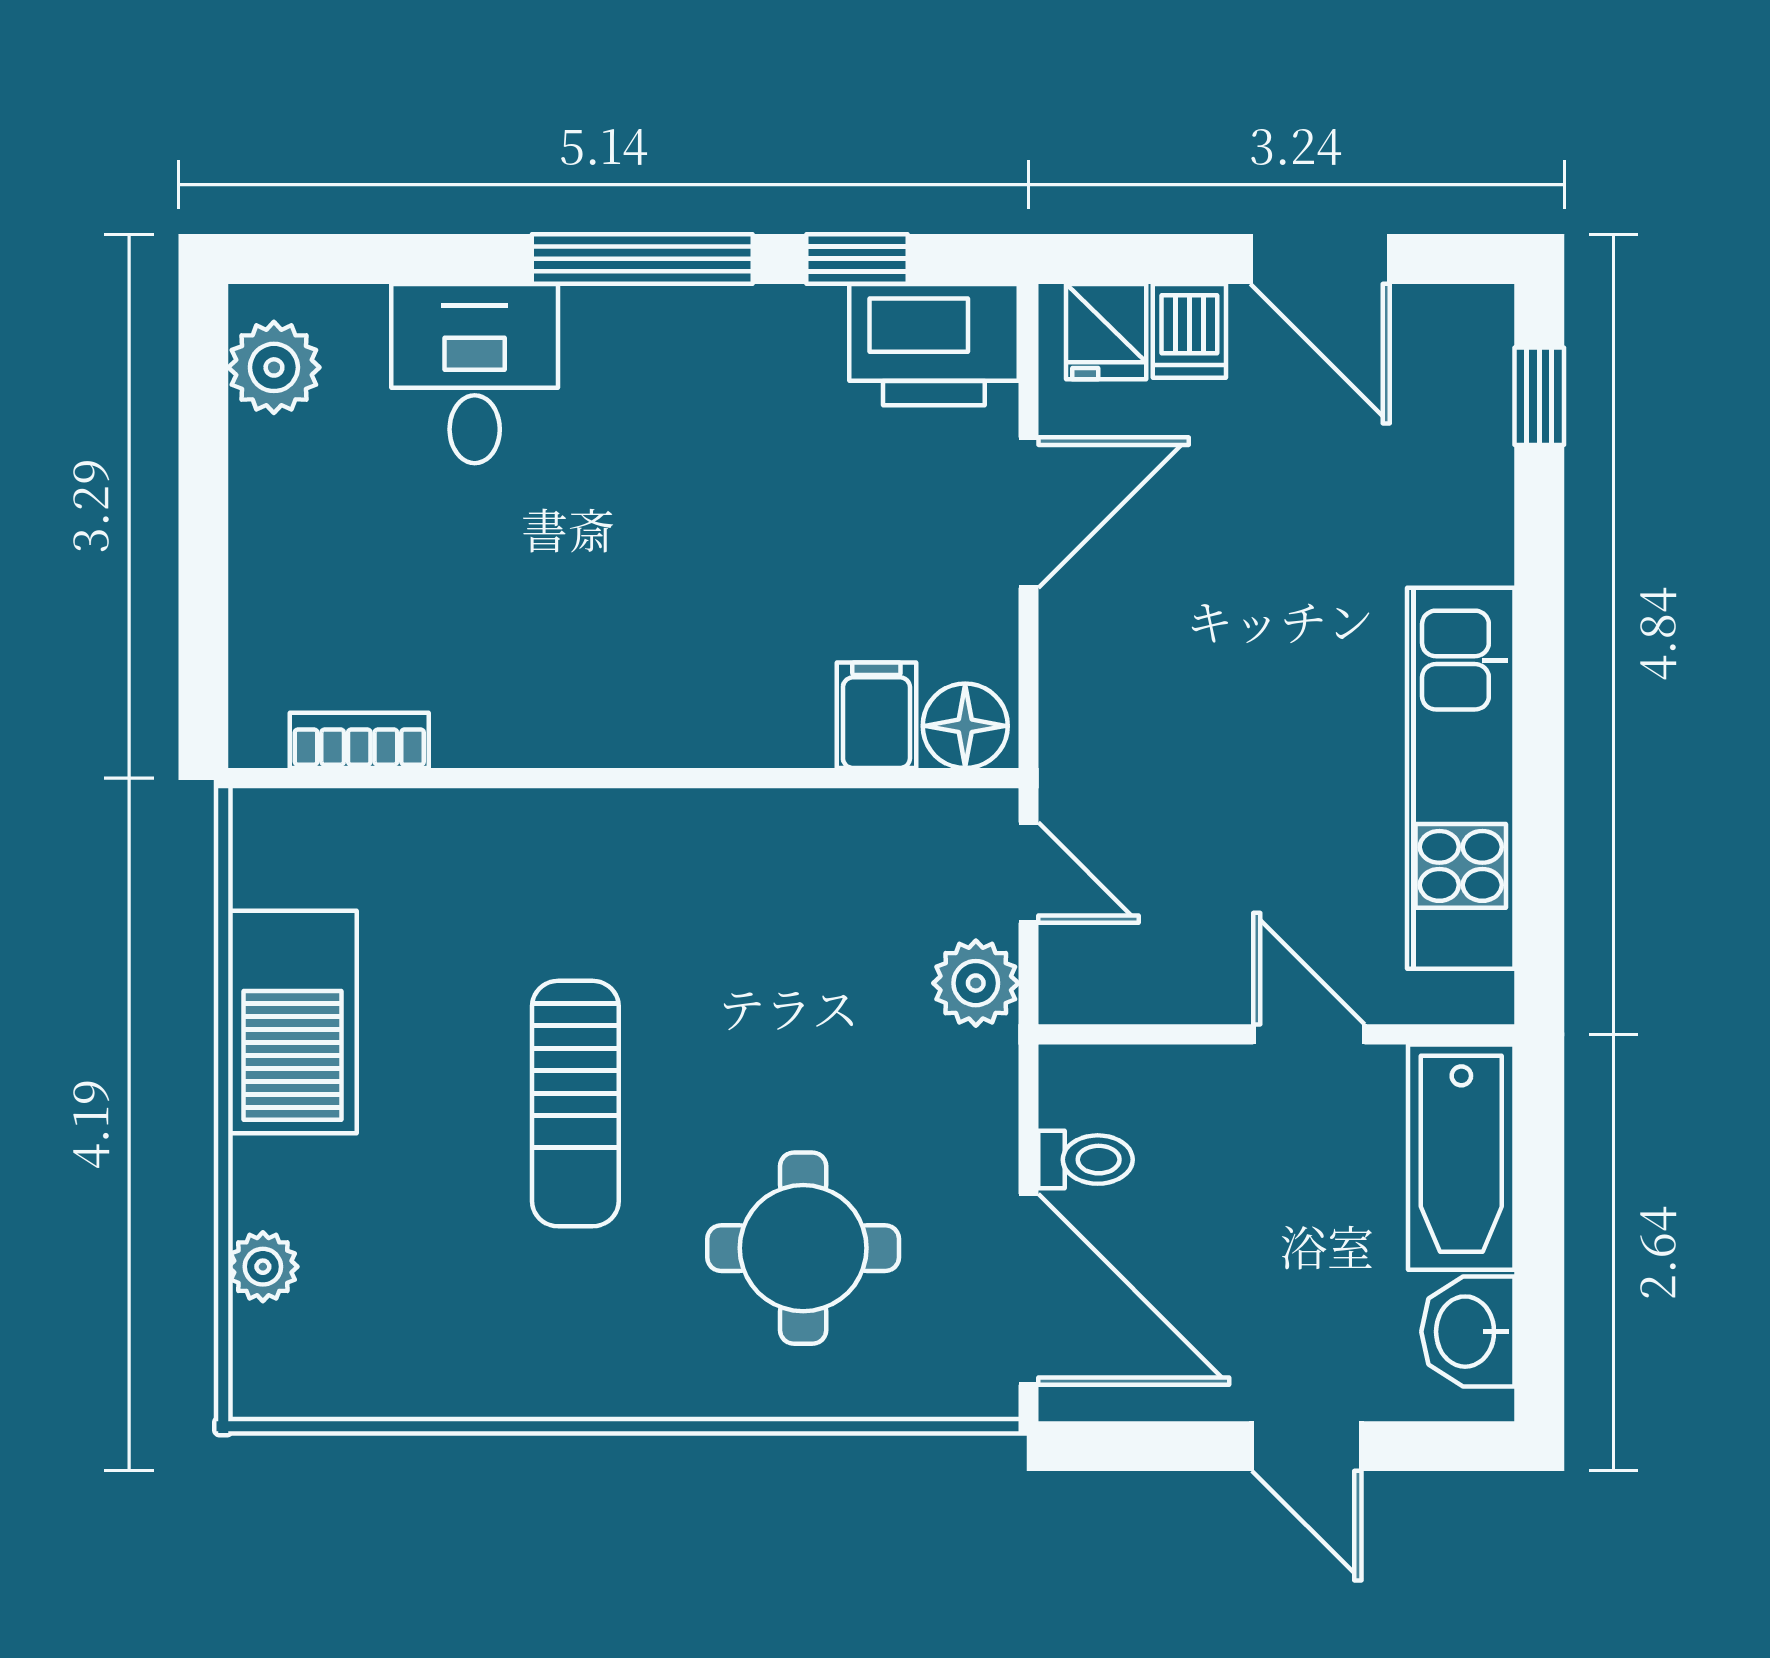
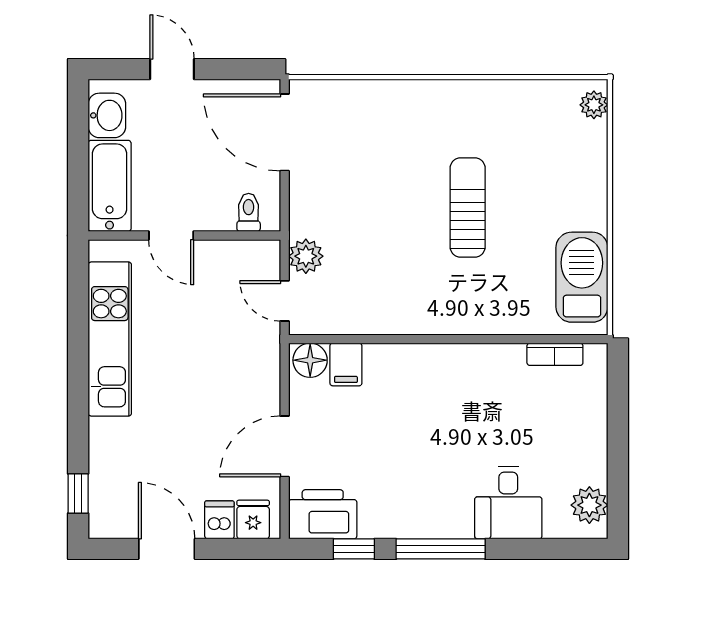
barbecue: (292, 1022) -> (582, 277), moved
toilet: (1085, 1160) -> (249, 212), moved, turned 90
round table: (803, 1248) -> (376, 149), removed
plant: (263, 1267) -> (594, 105), moved

